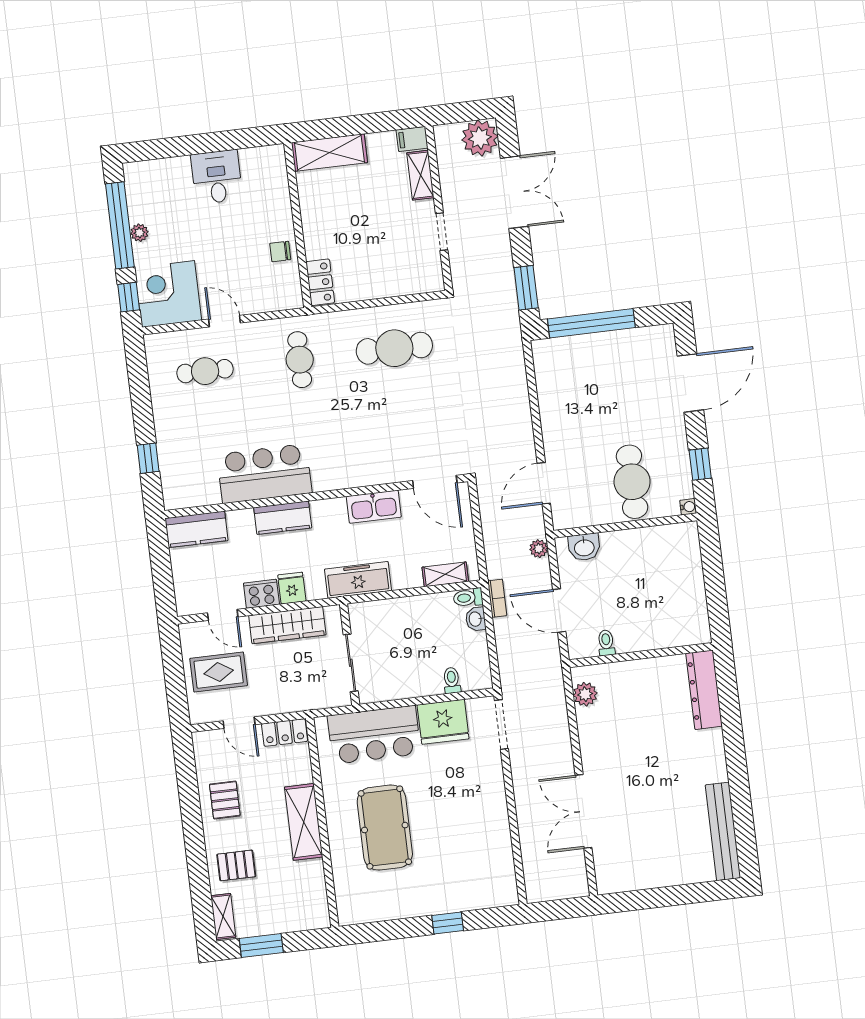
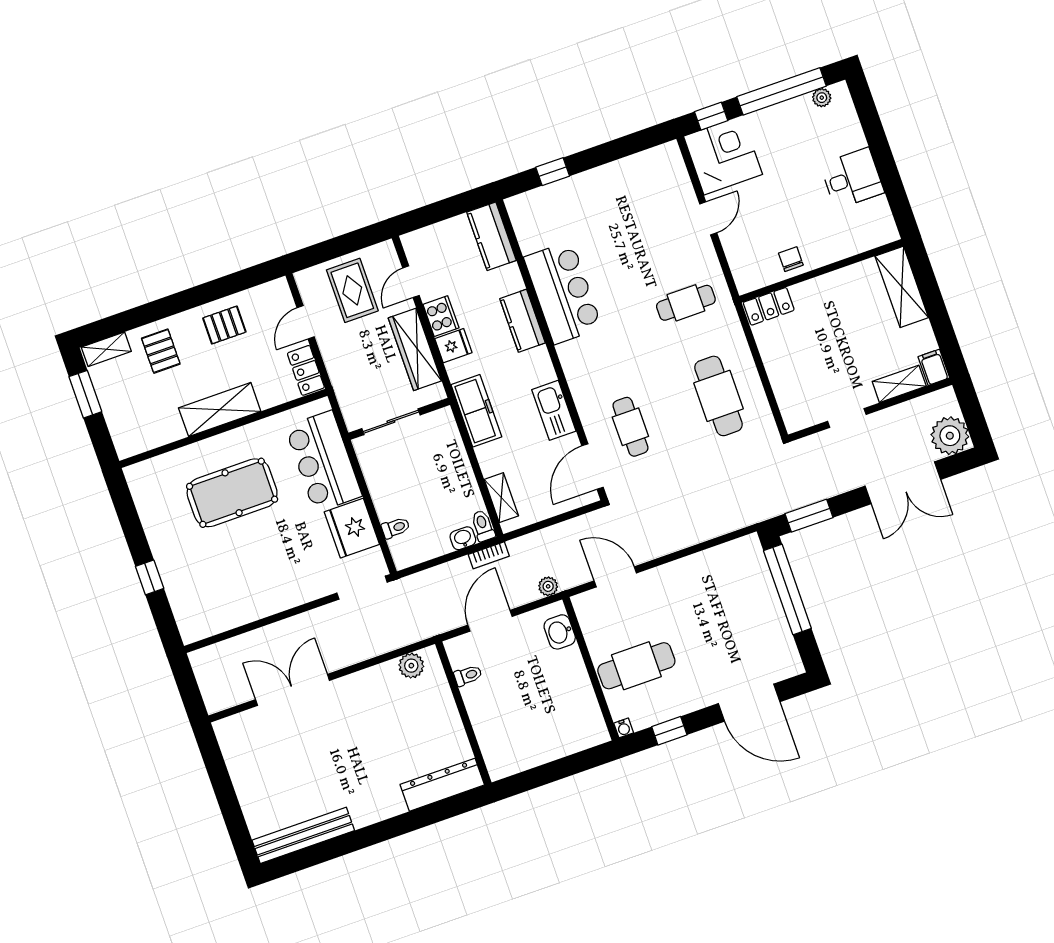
plant: (139, 233) -> (822, 98), moved
cafe table: (205, 371) -> (630, 427), moved

